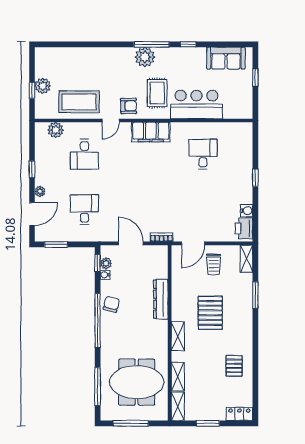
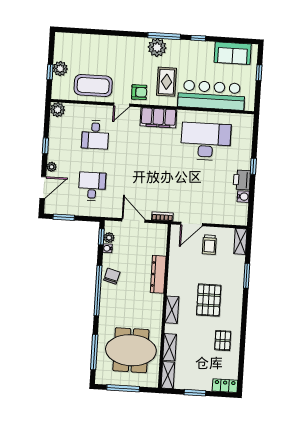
bar counter: (197, 104) -> (211, 95), width x1.36
plant: (56, 130) -> (58, 110), moved
desk: (203, 154) -> (206, 141), width x1.87, depth x1.30
printer: (244, 228) -> (242, 180), moved
pallet: (210, 313) -> (209, 300), moved

